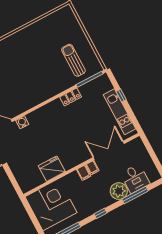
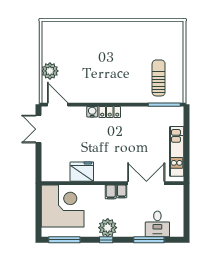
window: (121, 95) -> (187, 137), removed
locker: (71, 97) -> (110, 112), moved
water cooler: (22, 122) -> (92, 112), moved
plant: (119, 191) -> (108, 228), moved

